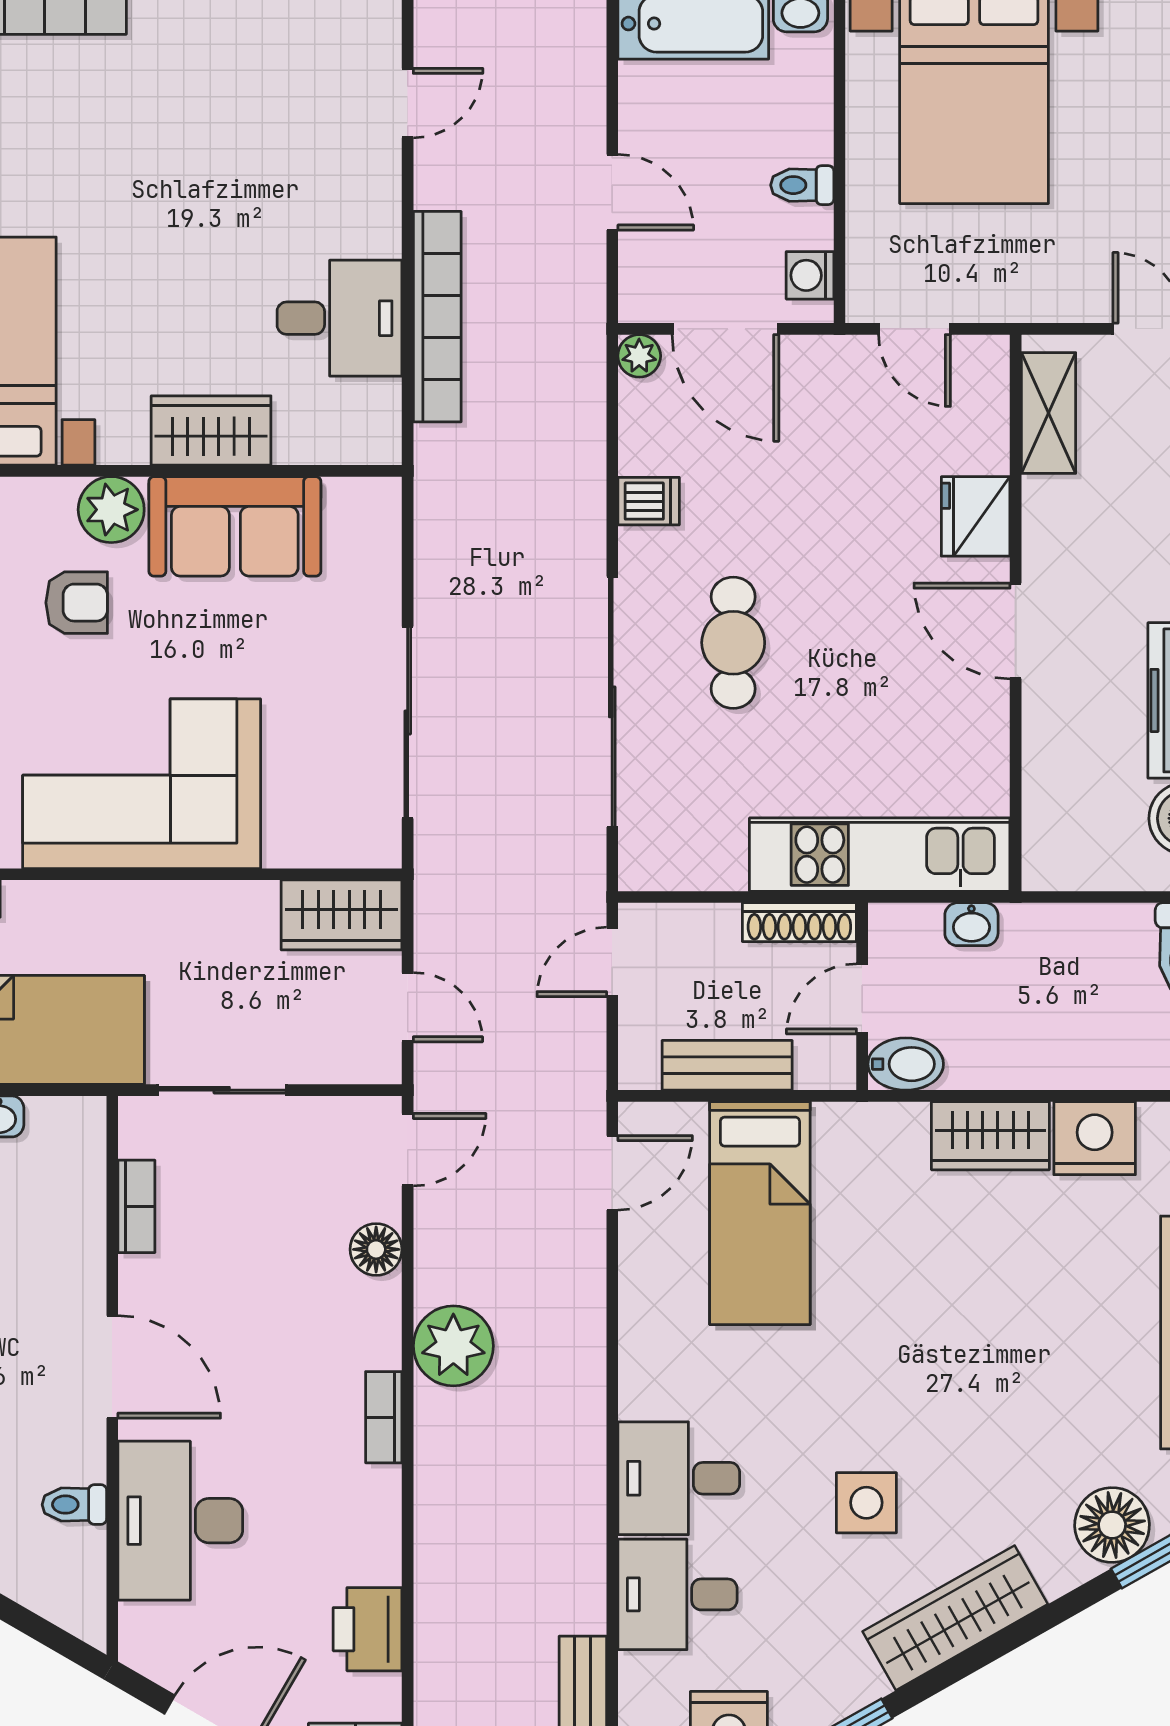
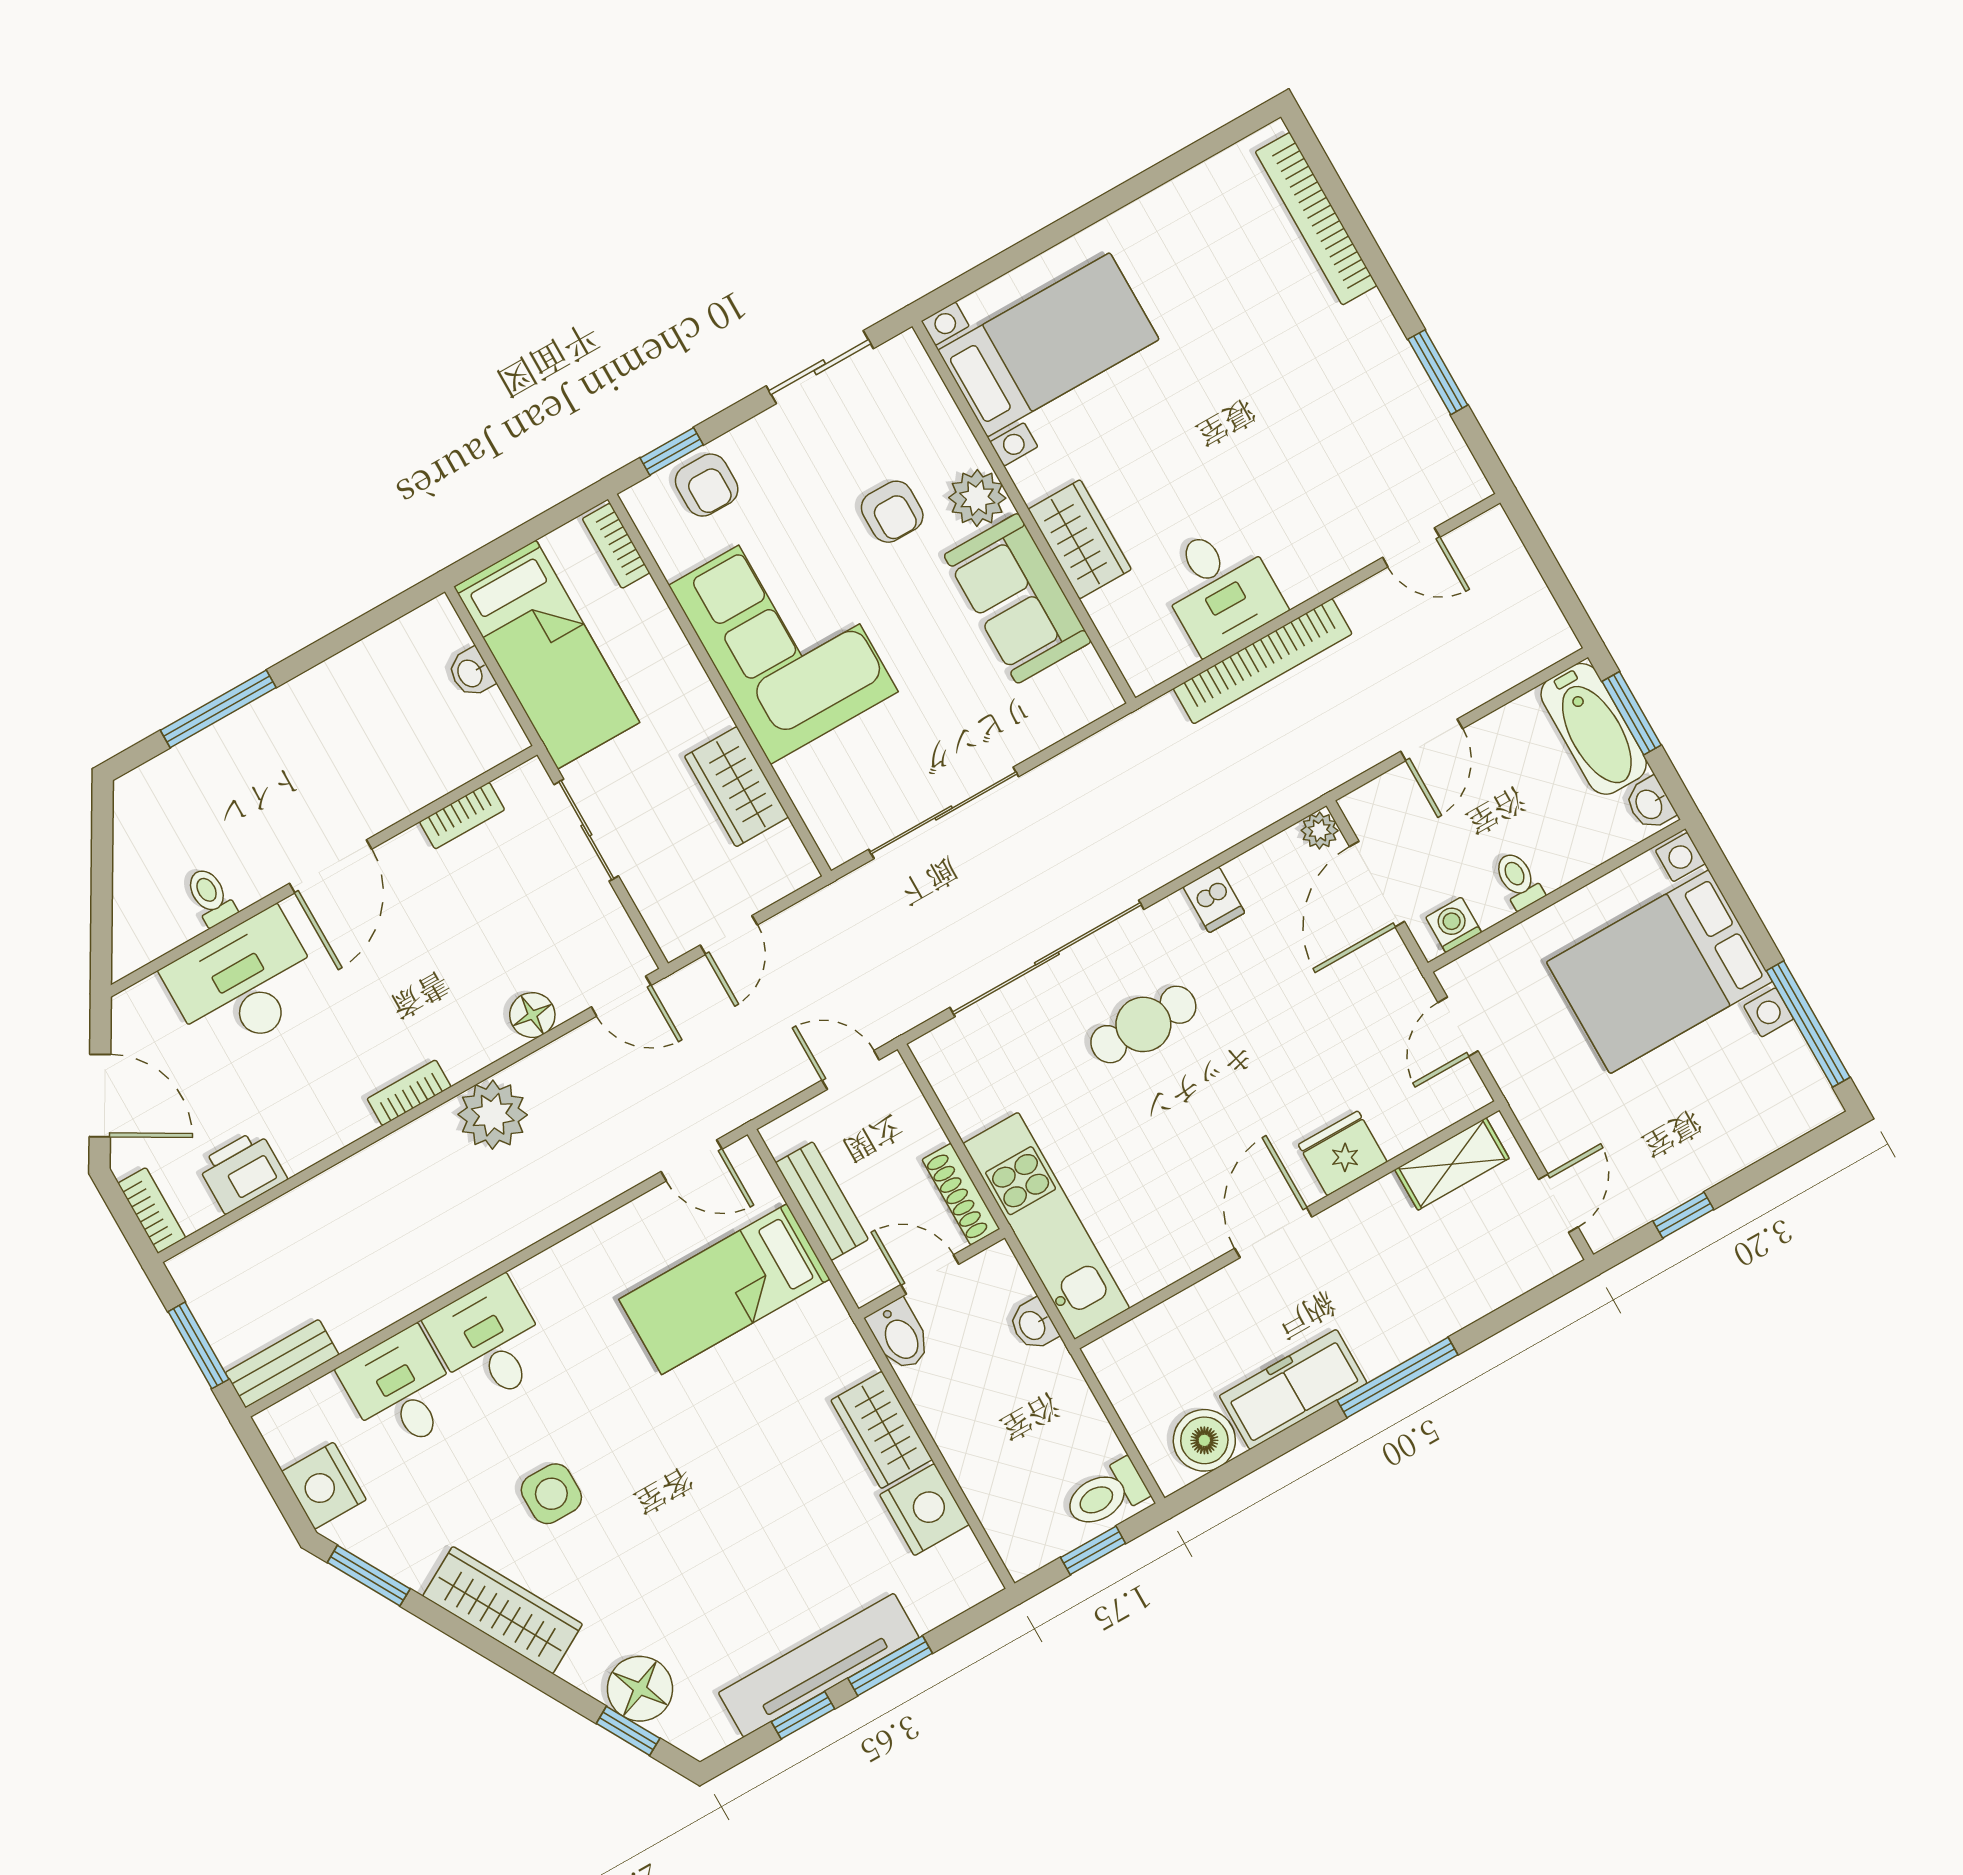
wardrobe: (342, 915) -> (737, 787), moved

